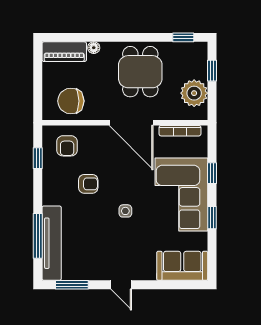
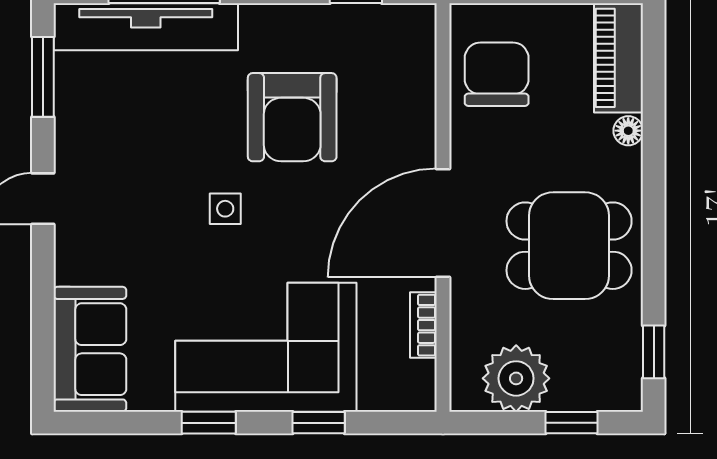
bookcase: (180, 131) -> (423, 325), width x0.64
armchair: (67, 146) -> (386, 65), removed
armchair: (88, 184) -> (292, 117), width x1.88, depth x1.88

